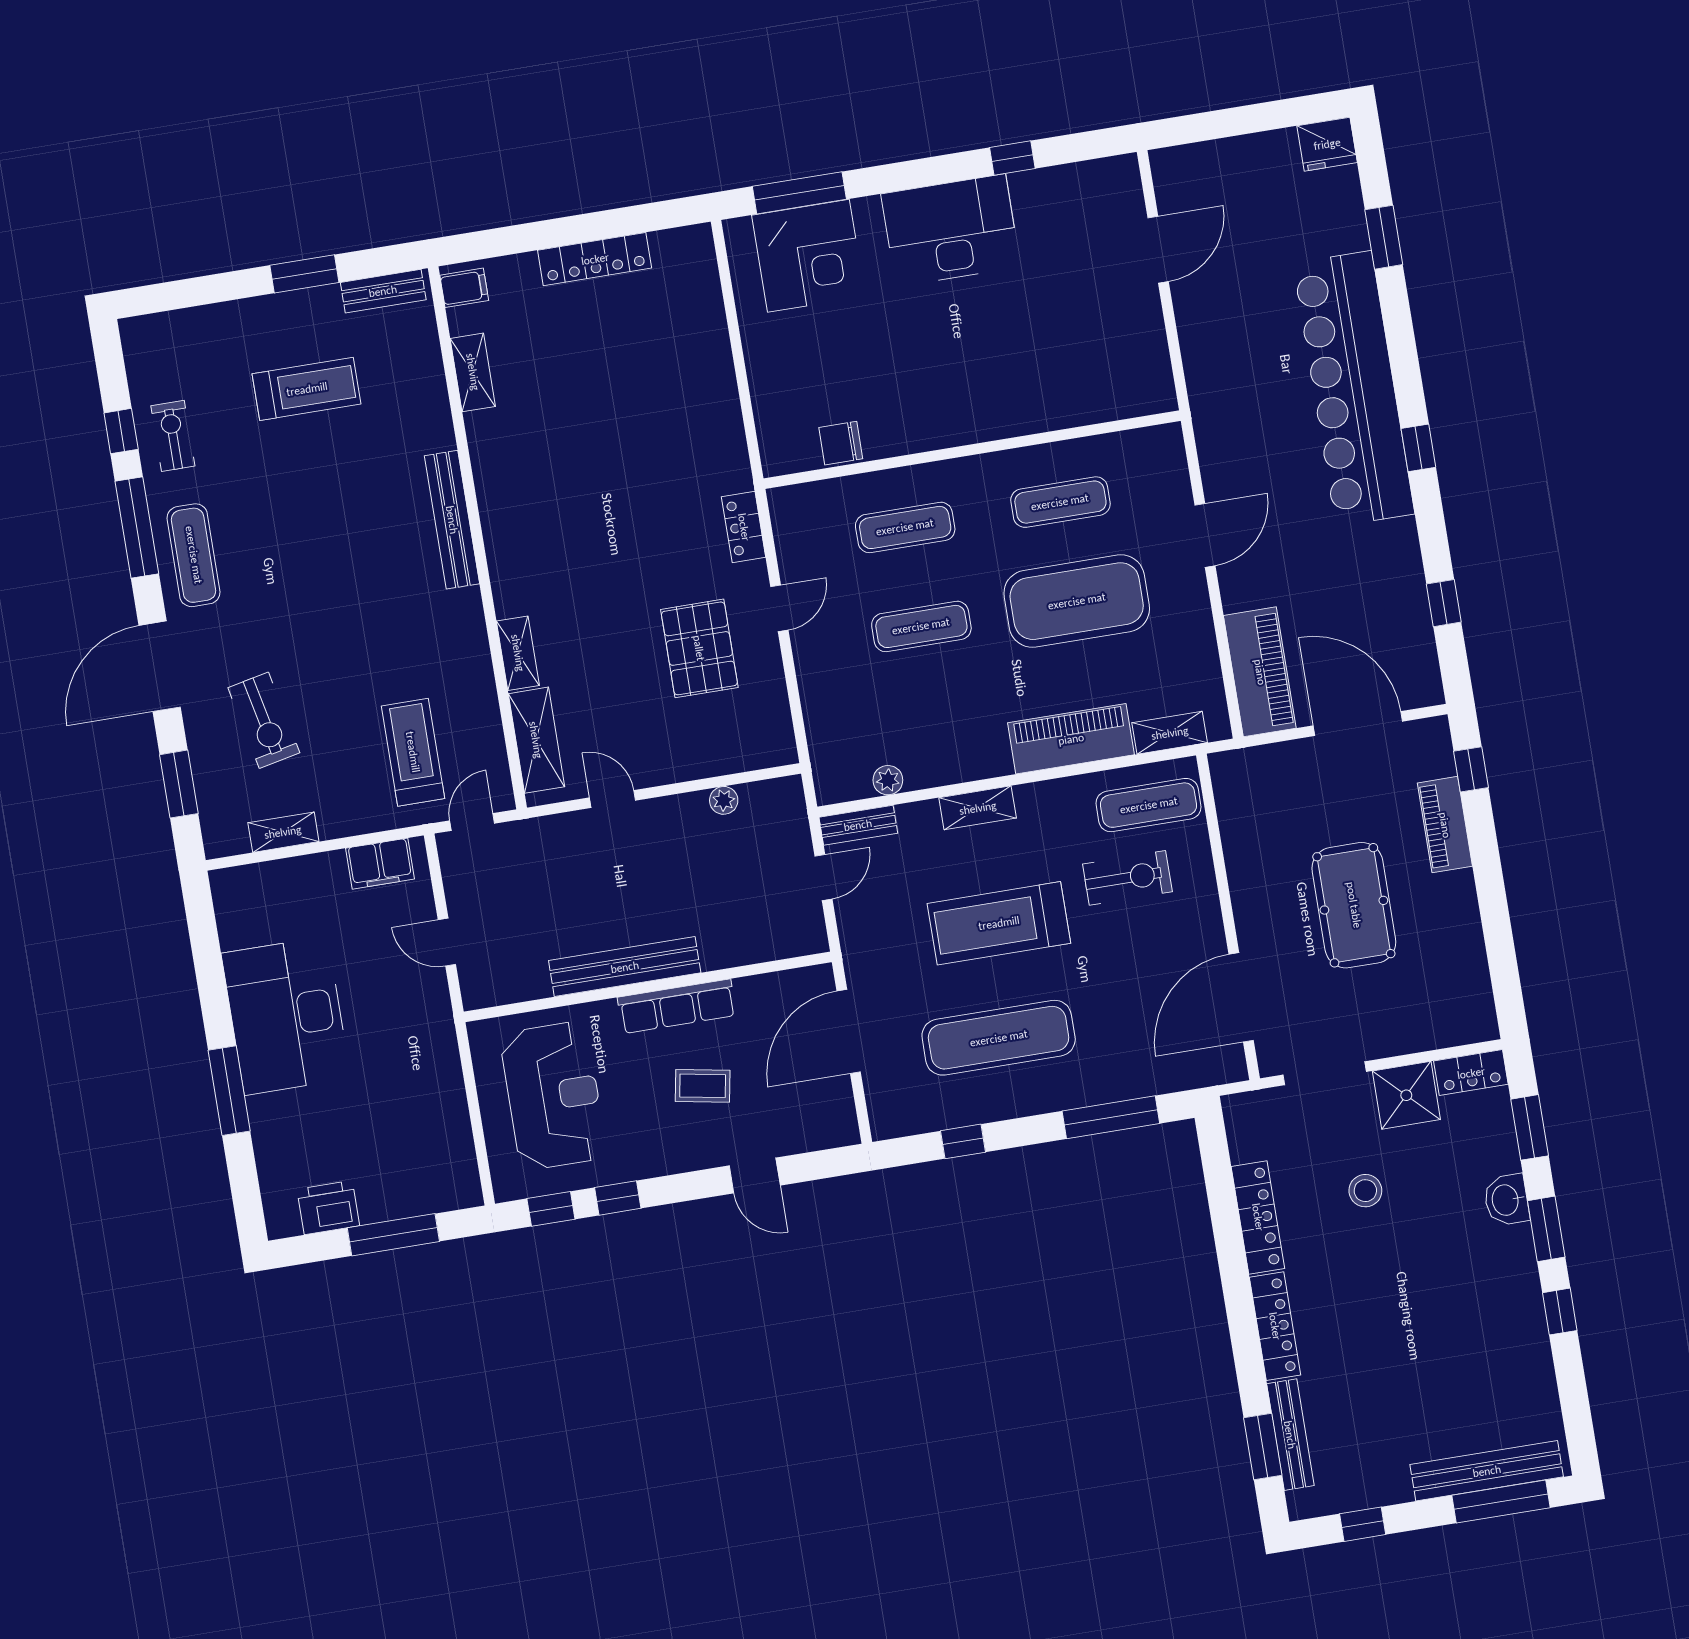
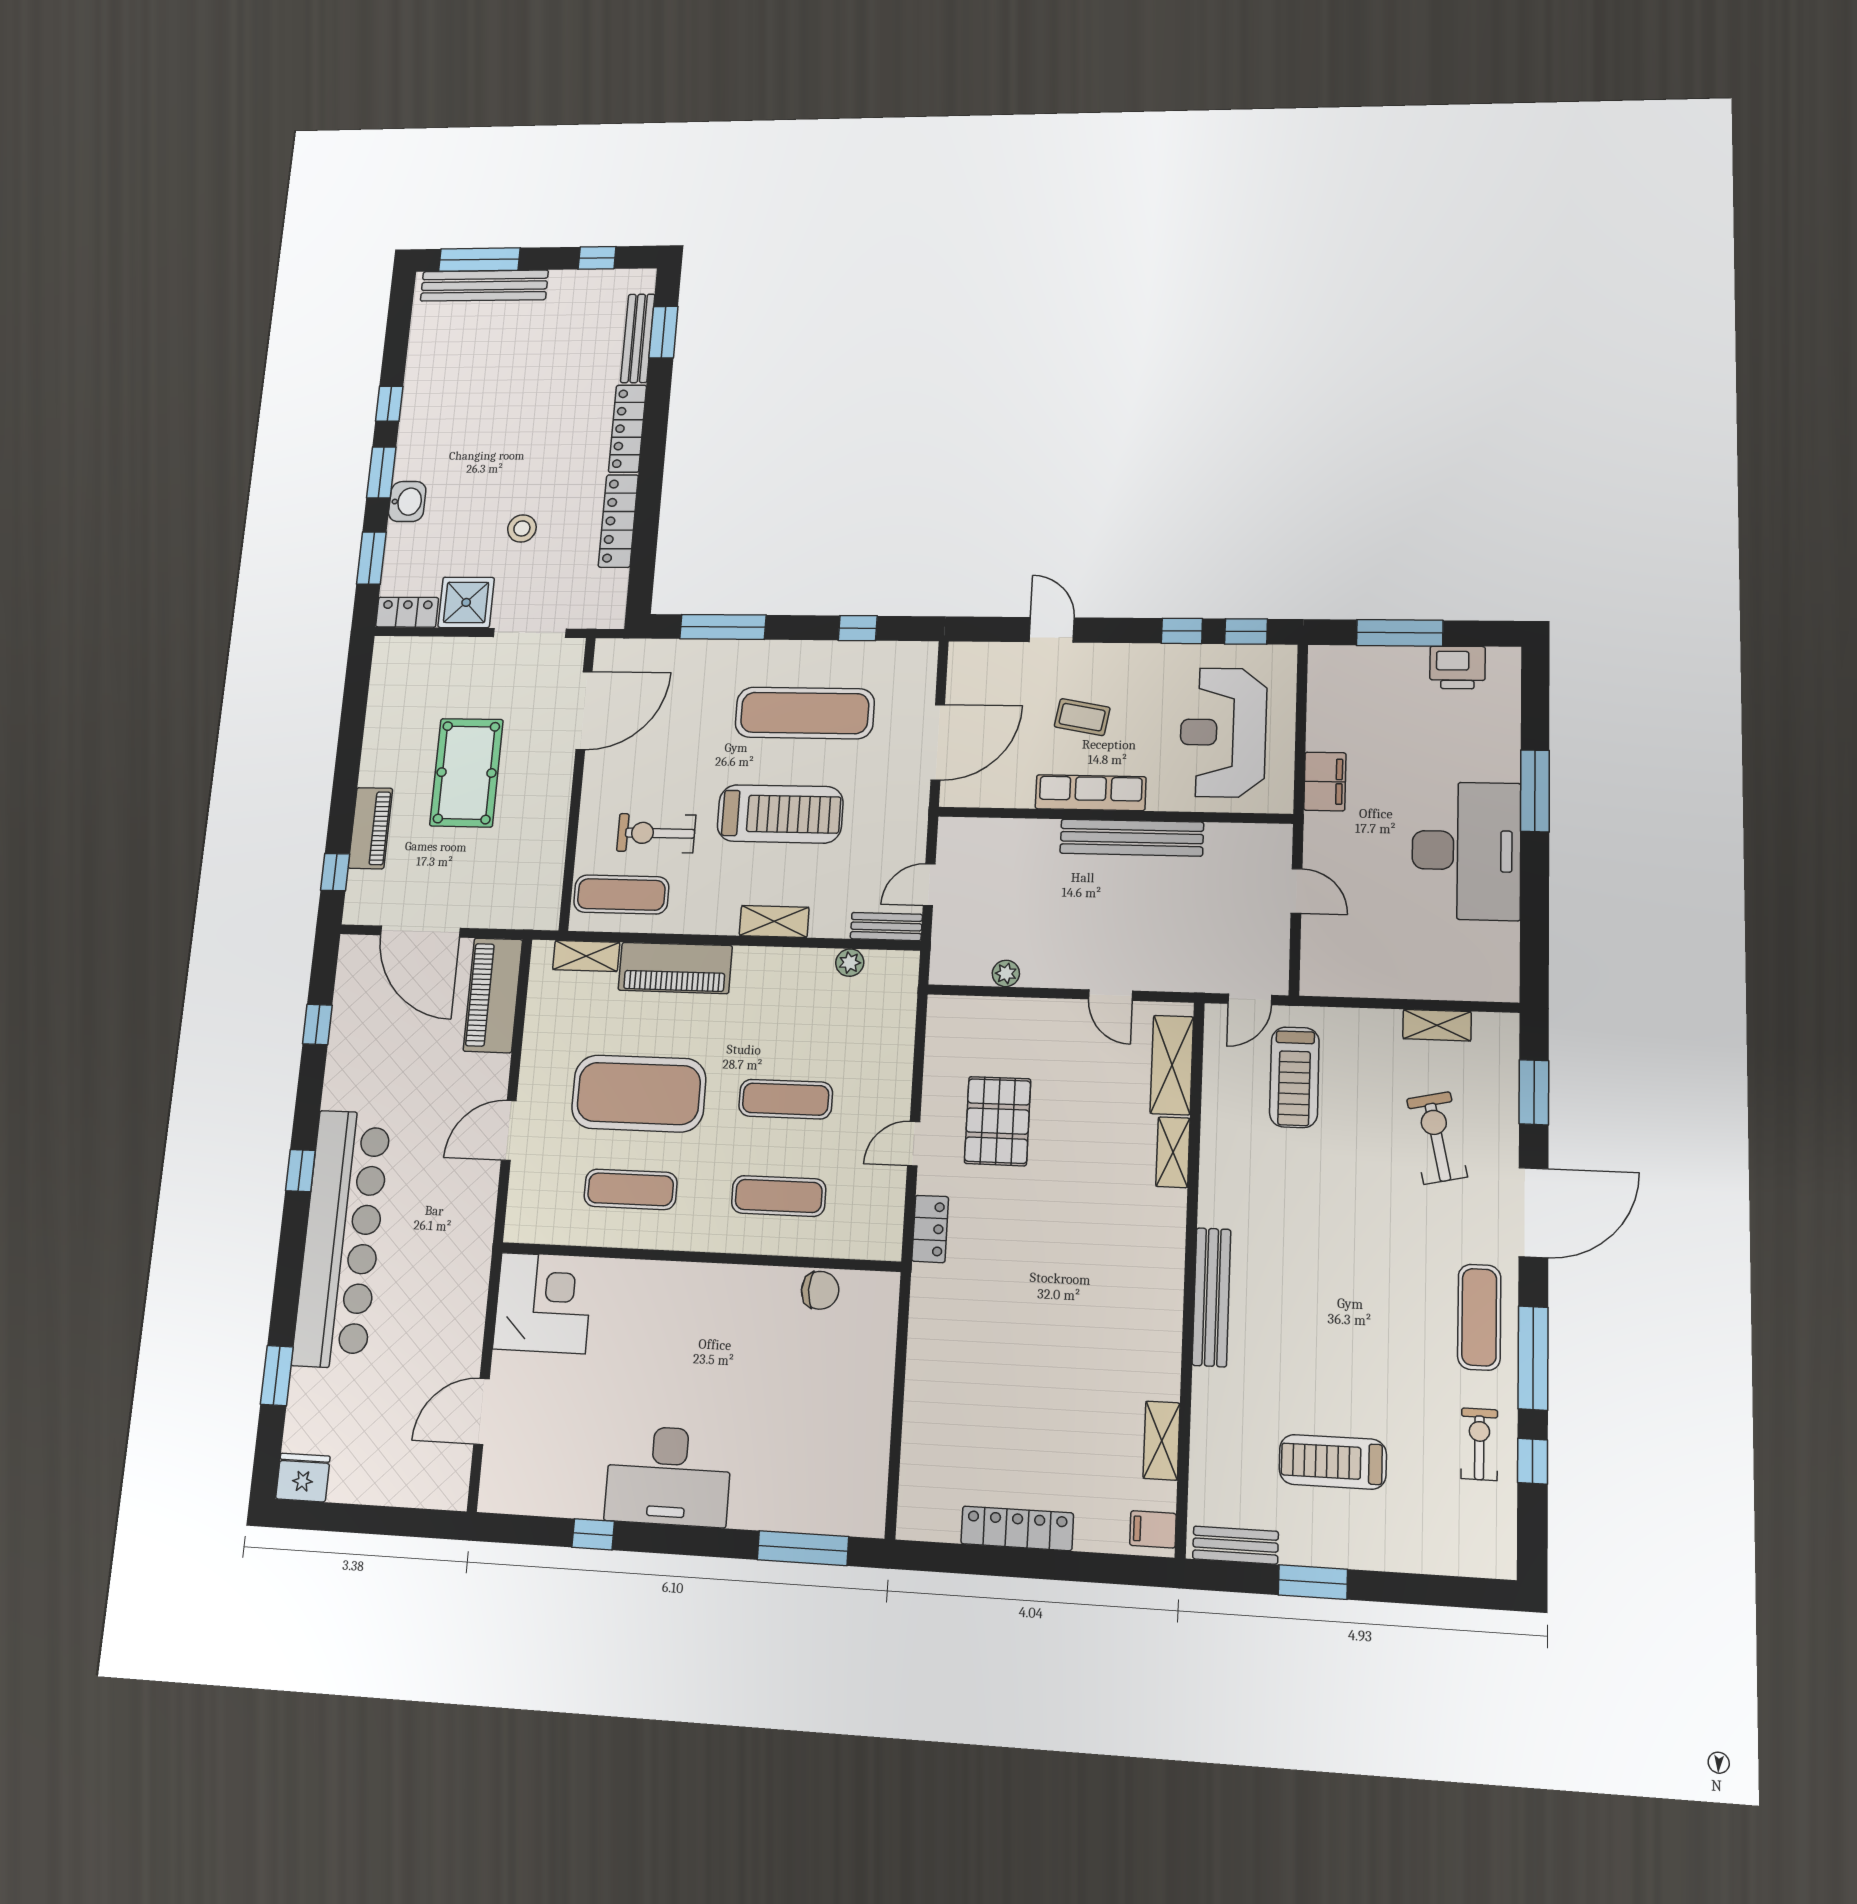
corner desk: (808, 256) -> (543, 1303), moved, turned 90
exercise bike: (173, 436) -> (1479, 1444), turned 180
filing cabinet: (380, 864) -> (1325, 781), moved, turned 90

